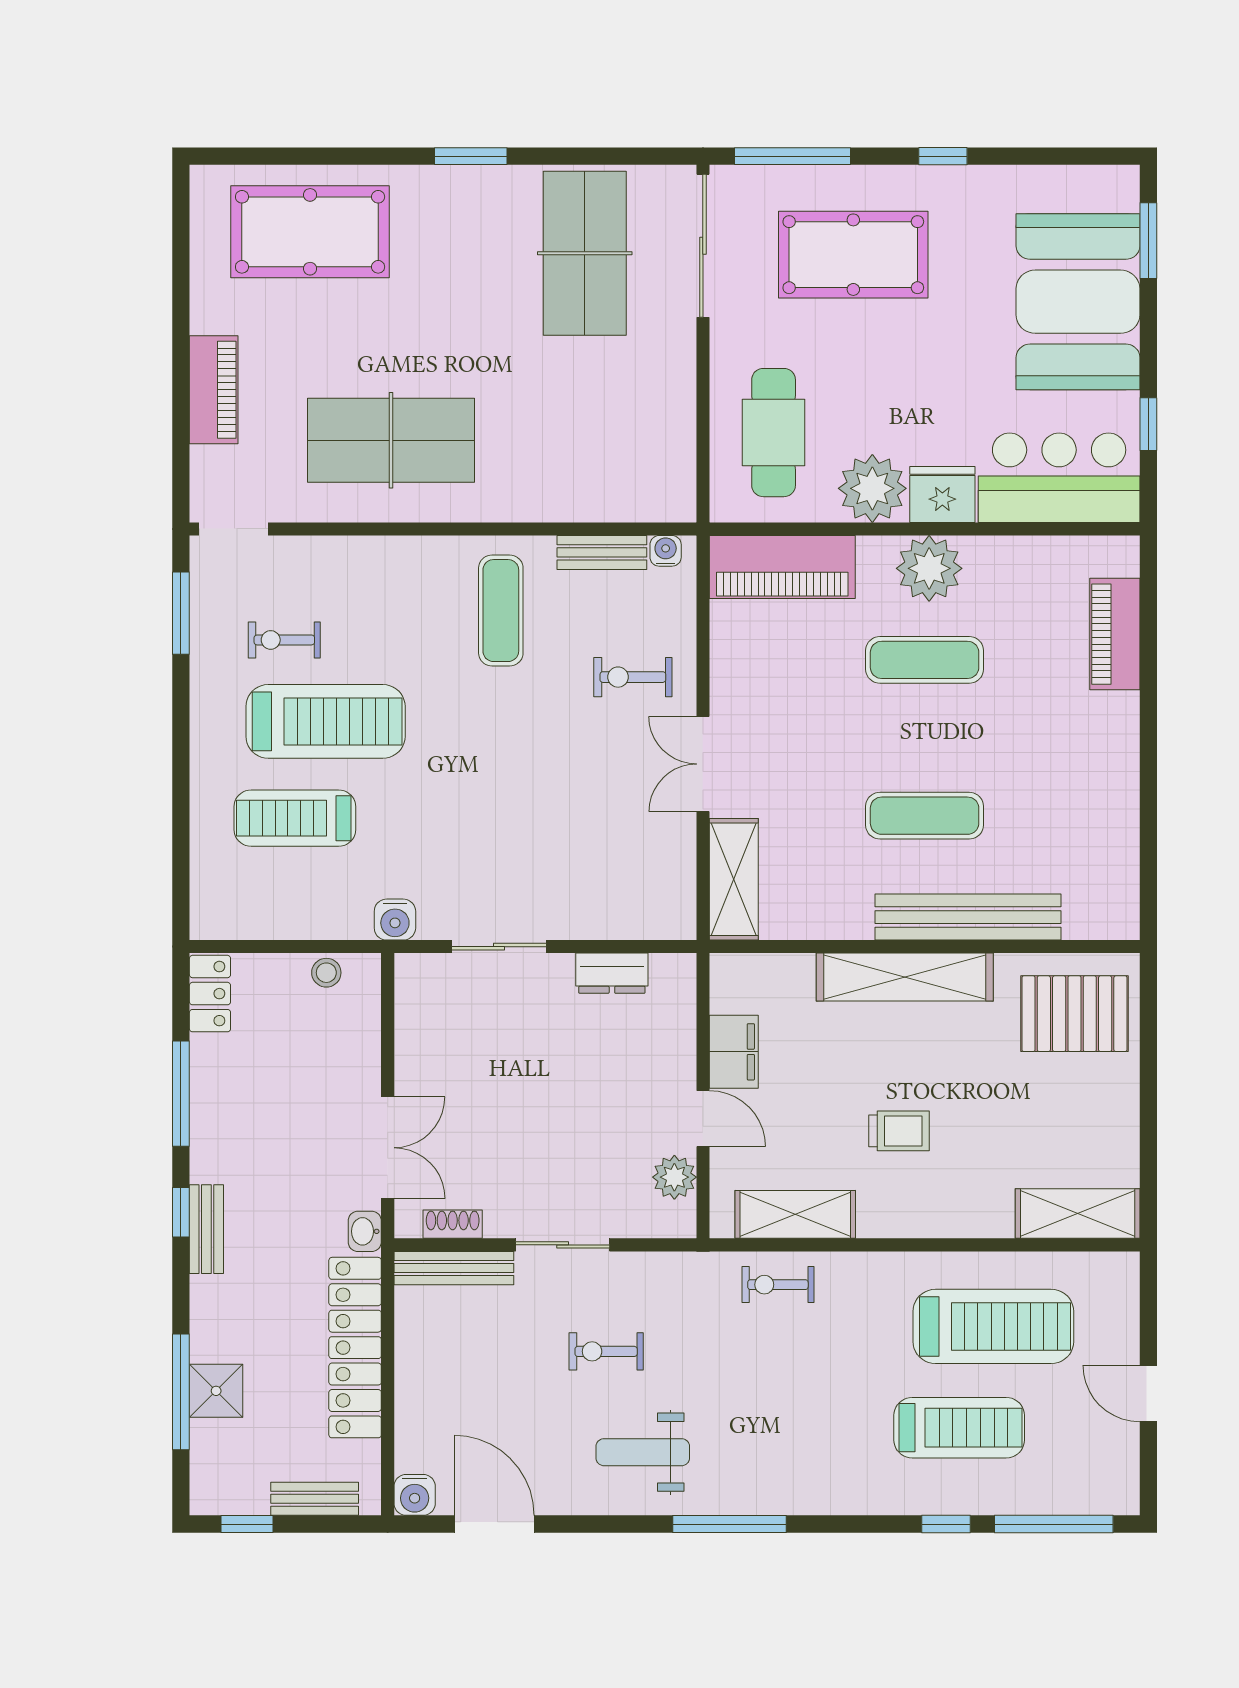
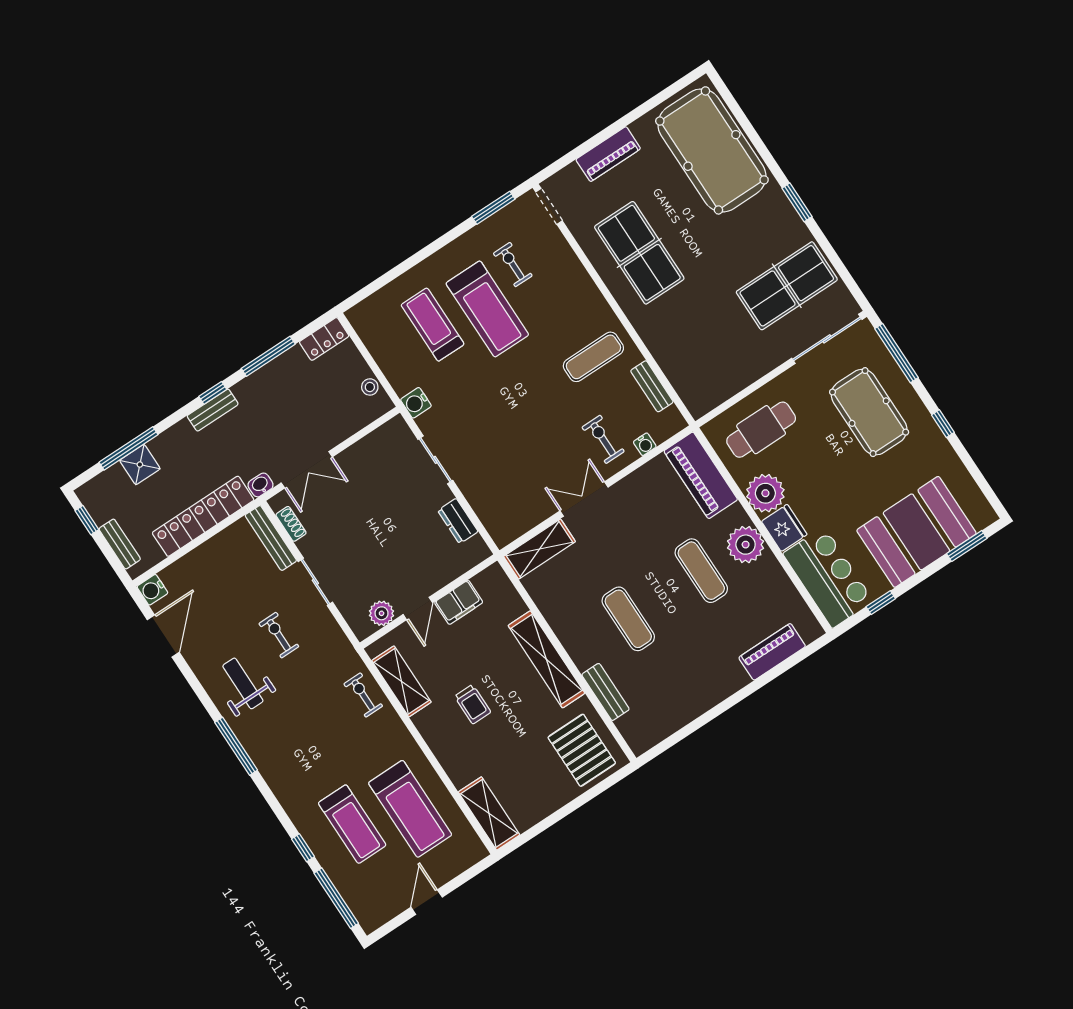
pool table: (310, 232) -> (712, 150), width x1.36, depth x1.32
water cooler: (666, 551) -> (645, 444), moved, turned 90
bench: (968, 917) -> (606, 692), width x0.54, depth x0.82

